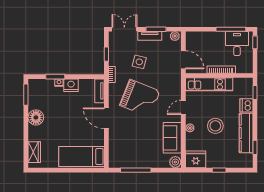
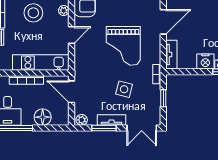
floor lamp: (208, 38) -> (43, 117), added
grand piano: (140, 98) -> (123, 46), turned -112
door: (106, 118) -> (163, 22), hinge flipped

